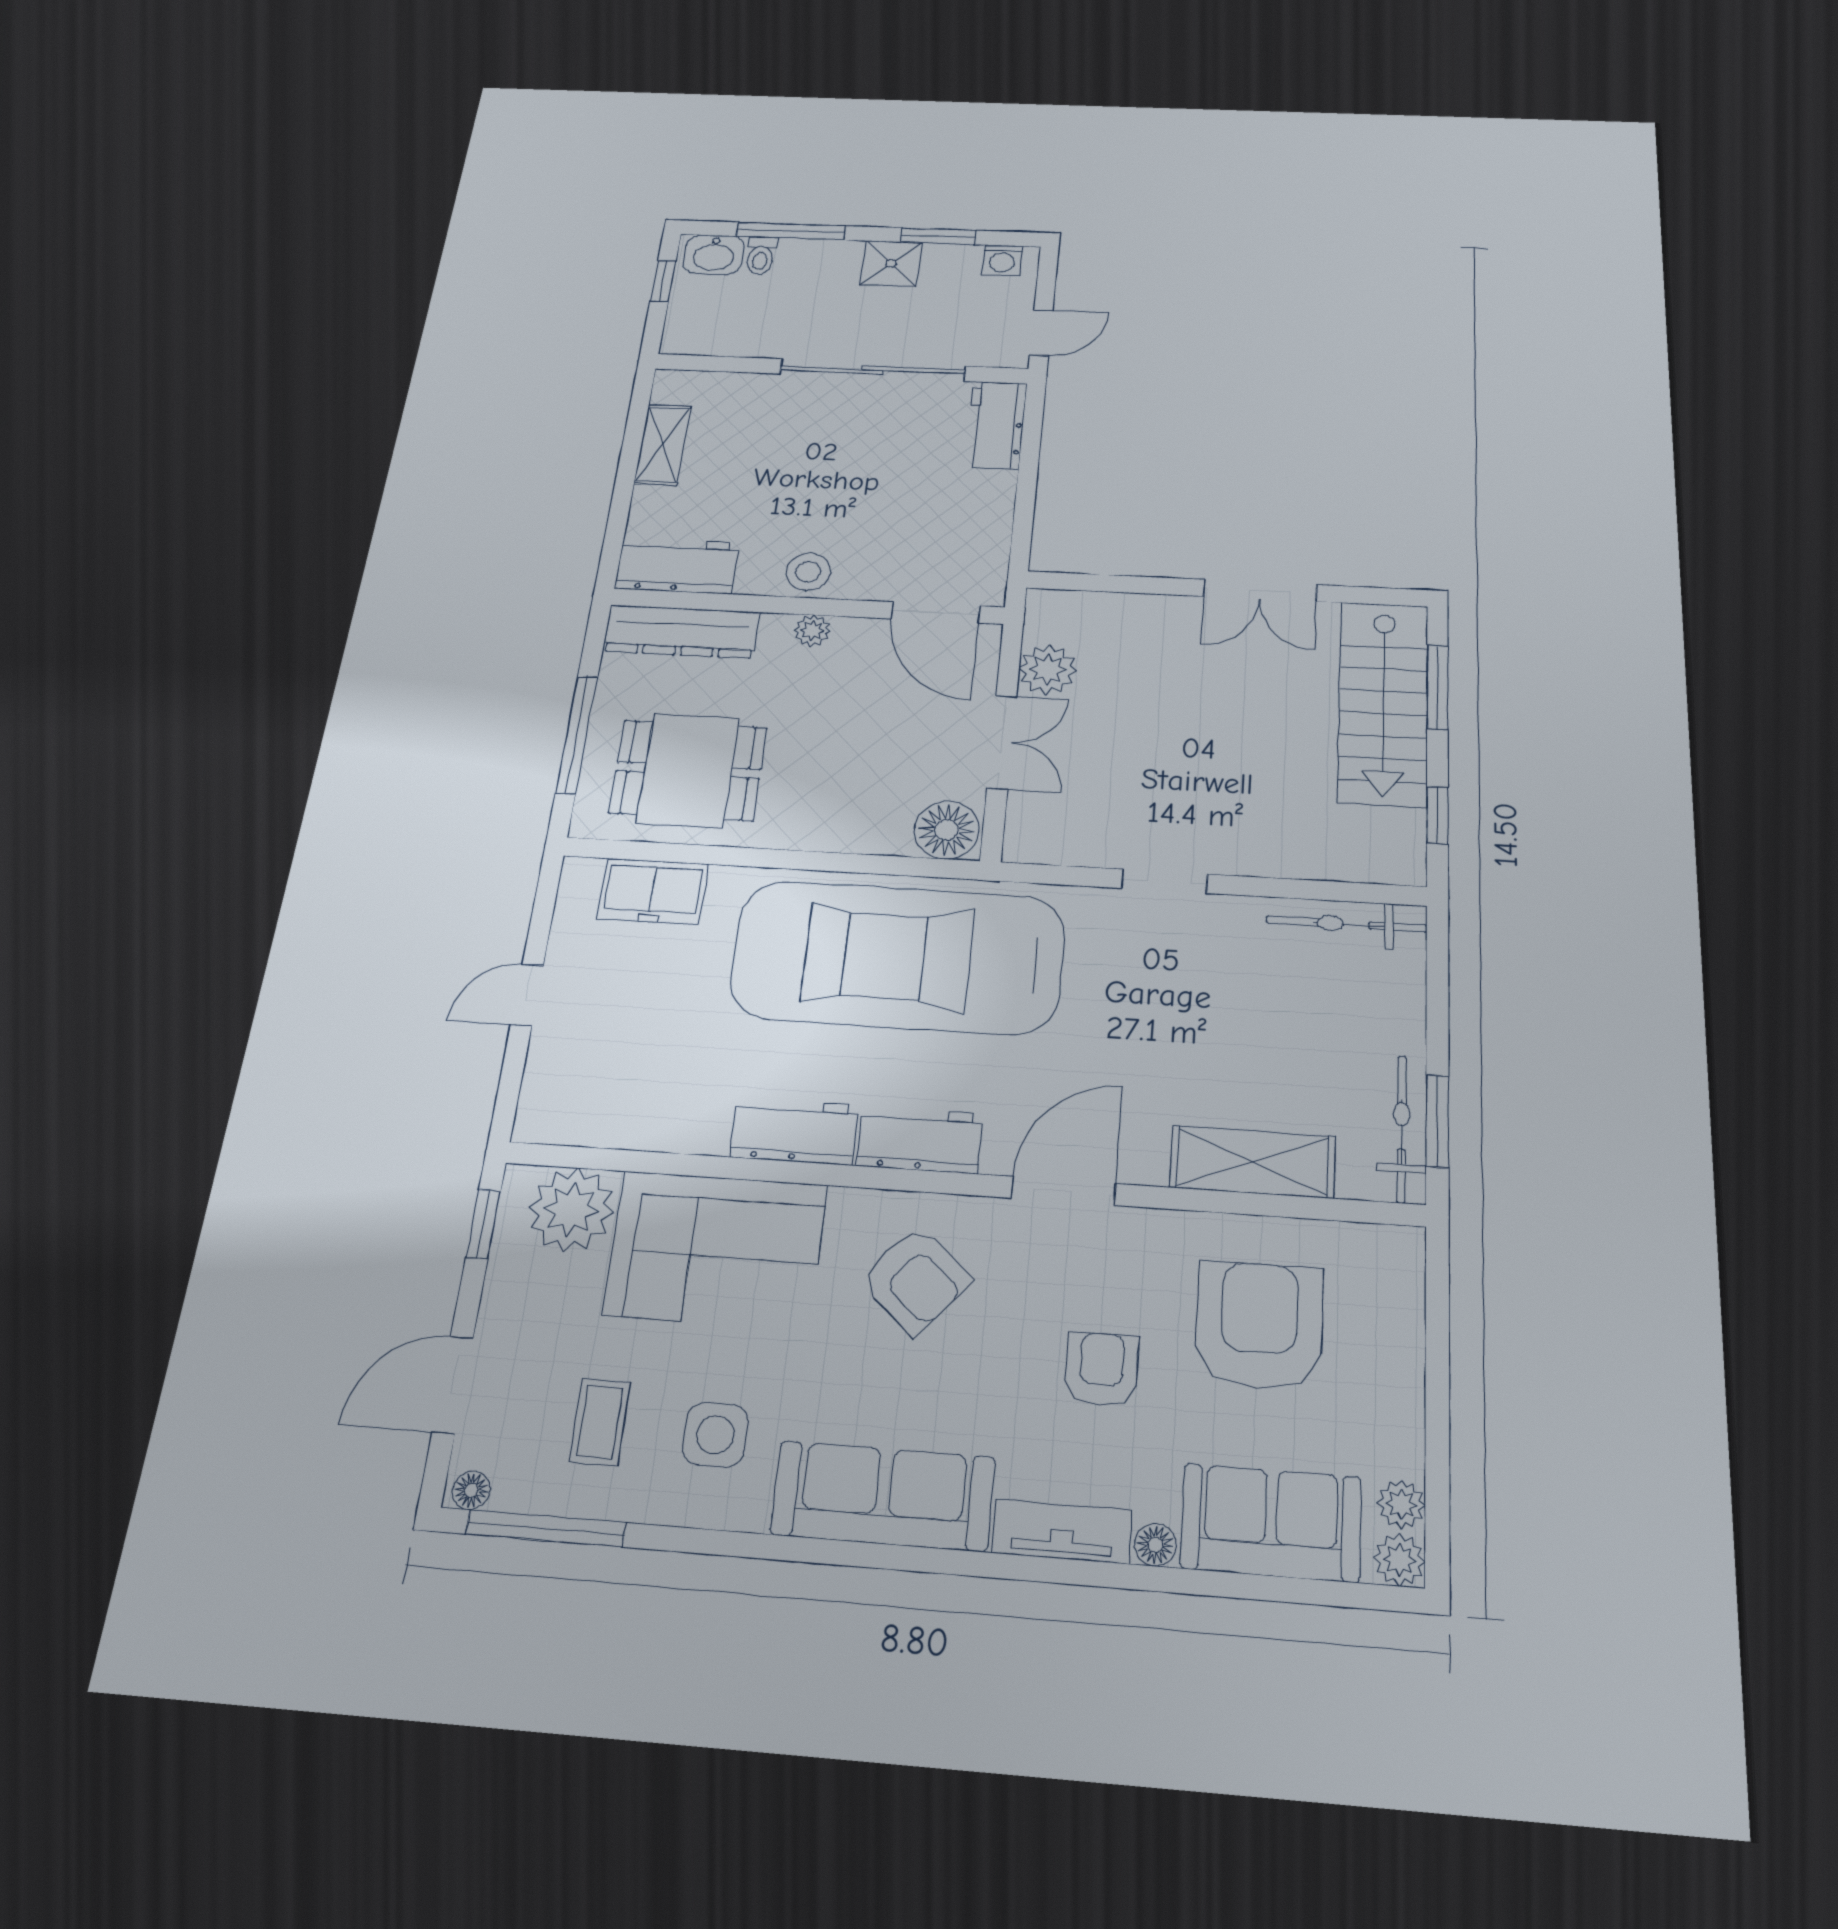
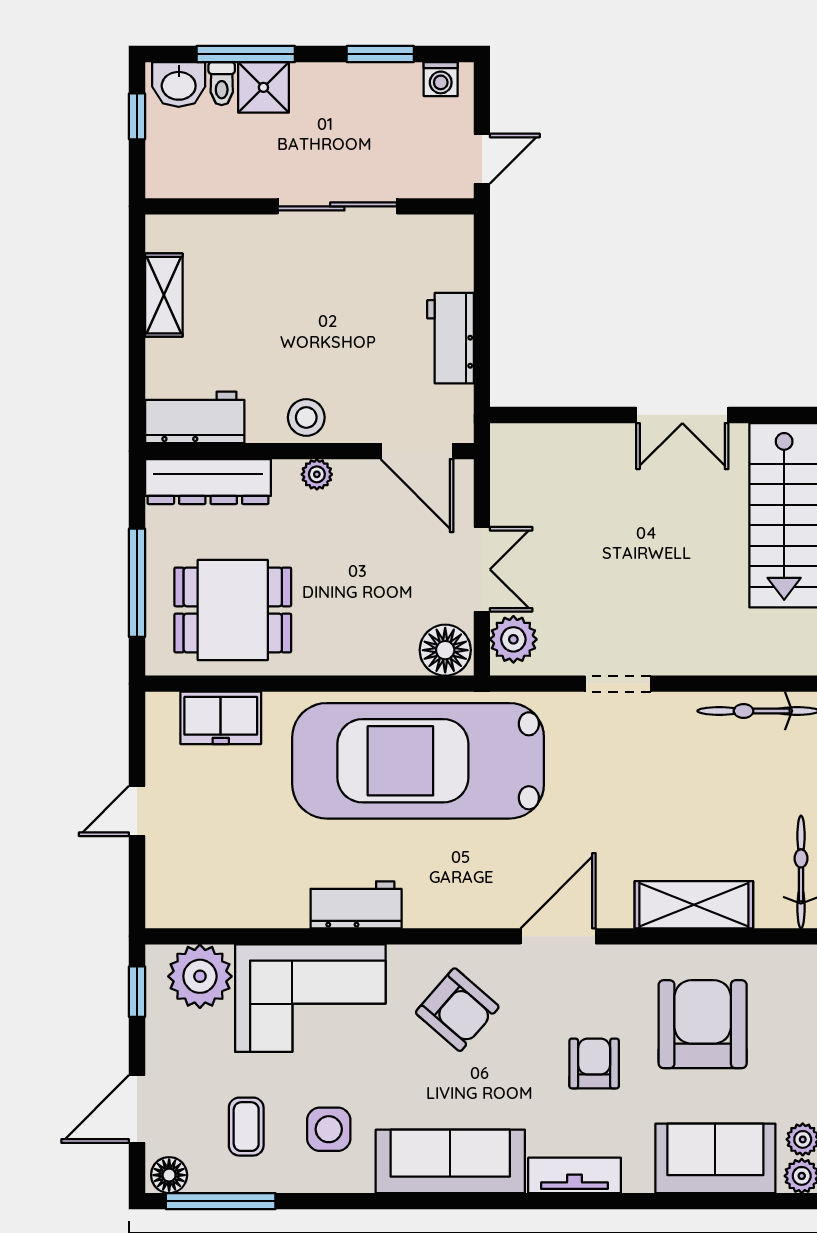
shower: (891, 264) -> (263, 87), moved
sliding door: (872, 370) -> (337, 206), width x0.73
workbench: (996, 425) -> (451, 338), moved
plant: (1048, 670) -> (513, 639), moved
workbench: (920, 1140) -> (450, 905), removed
floor lamp: (471, 1490) -> (169, 1175), width x1.37, depth x1.37
floor lamp: (1155, 1545) -> (638, 1179), removed

